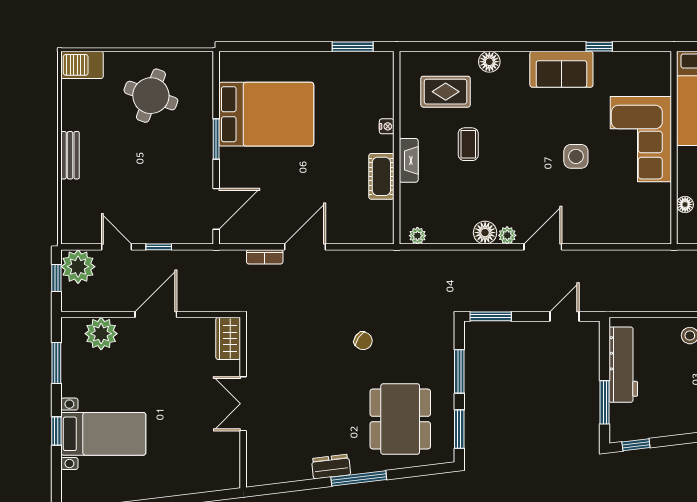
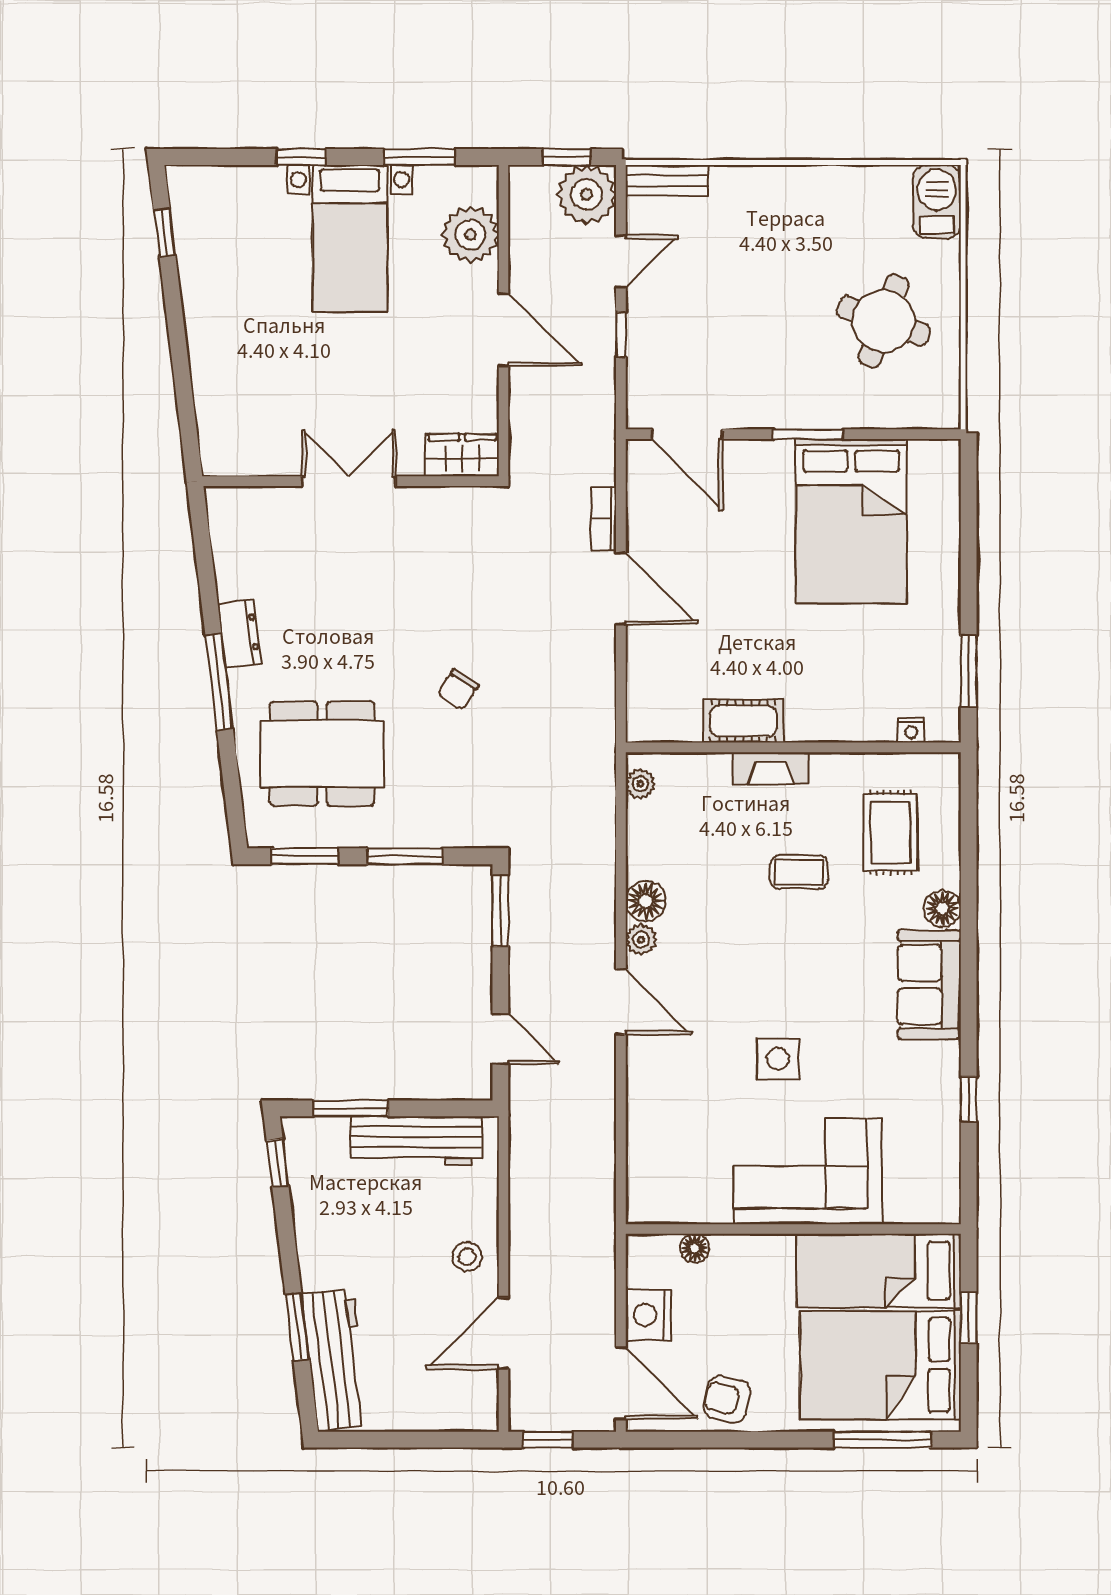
sofa: (561, 69) -> (929, 985), moved
nightstand: (387, 126) -> (911, 730), moved
bench: (70, 155) -> (667, 181), moved
bed with nightstands: (103, 434) -> (350, 238), moved

